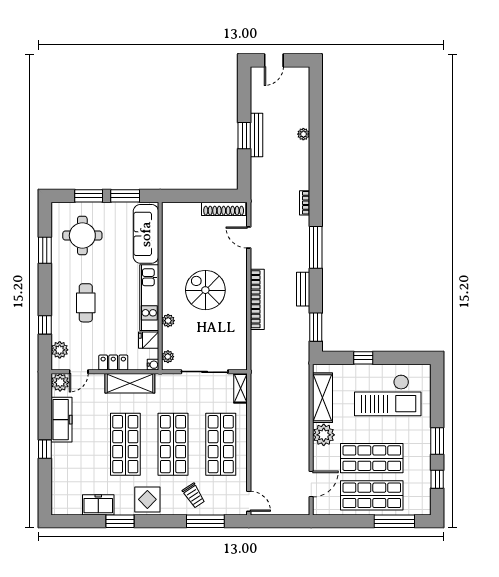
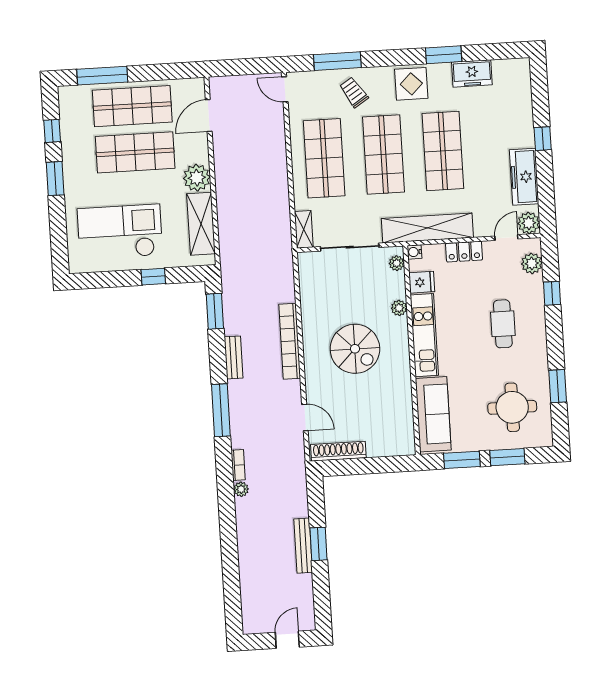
plant: (303, 134) -> (241, 489), moved
shelving: (130, 383) -> (427, 228), width x1.47

